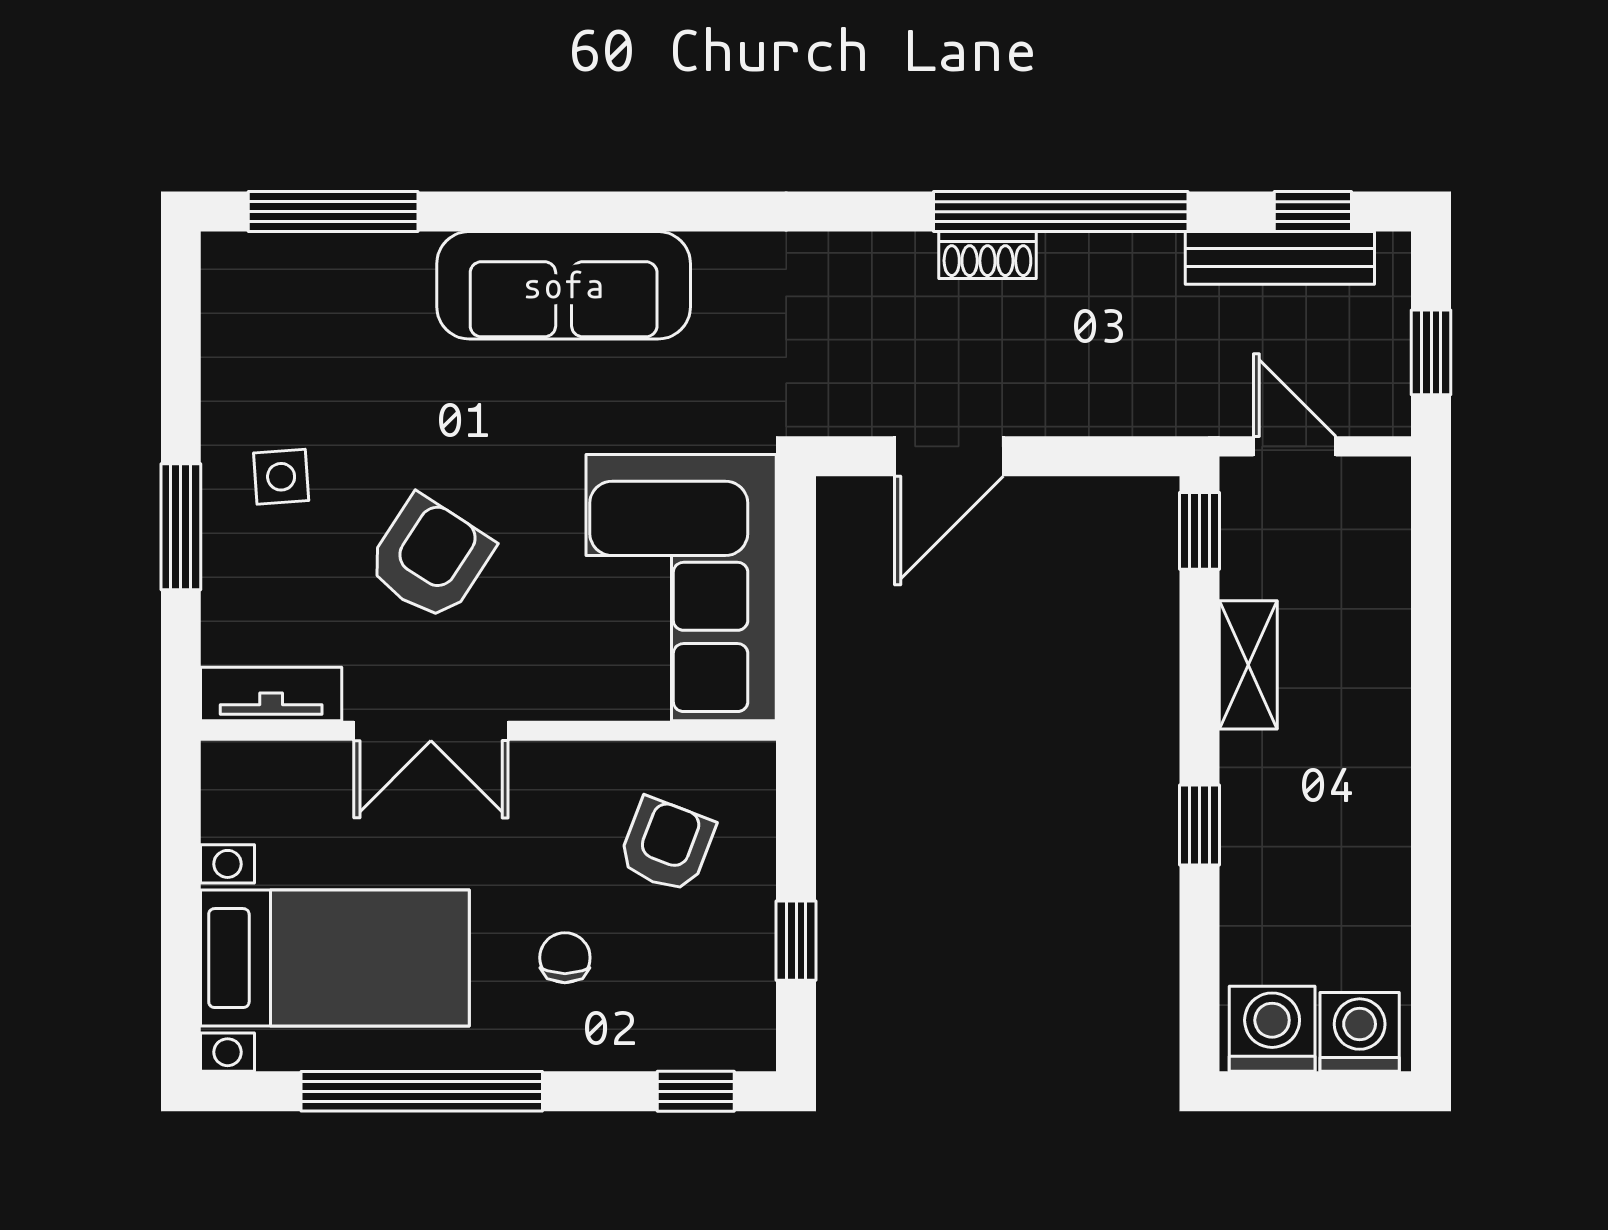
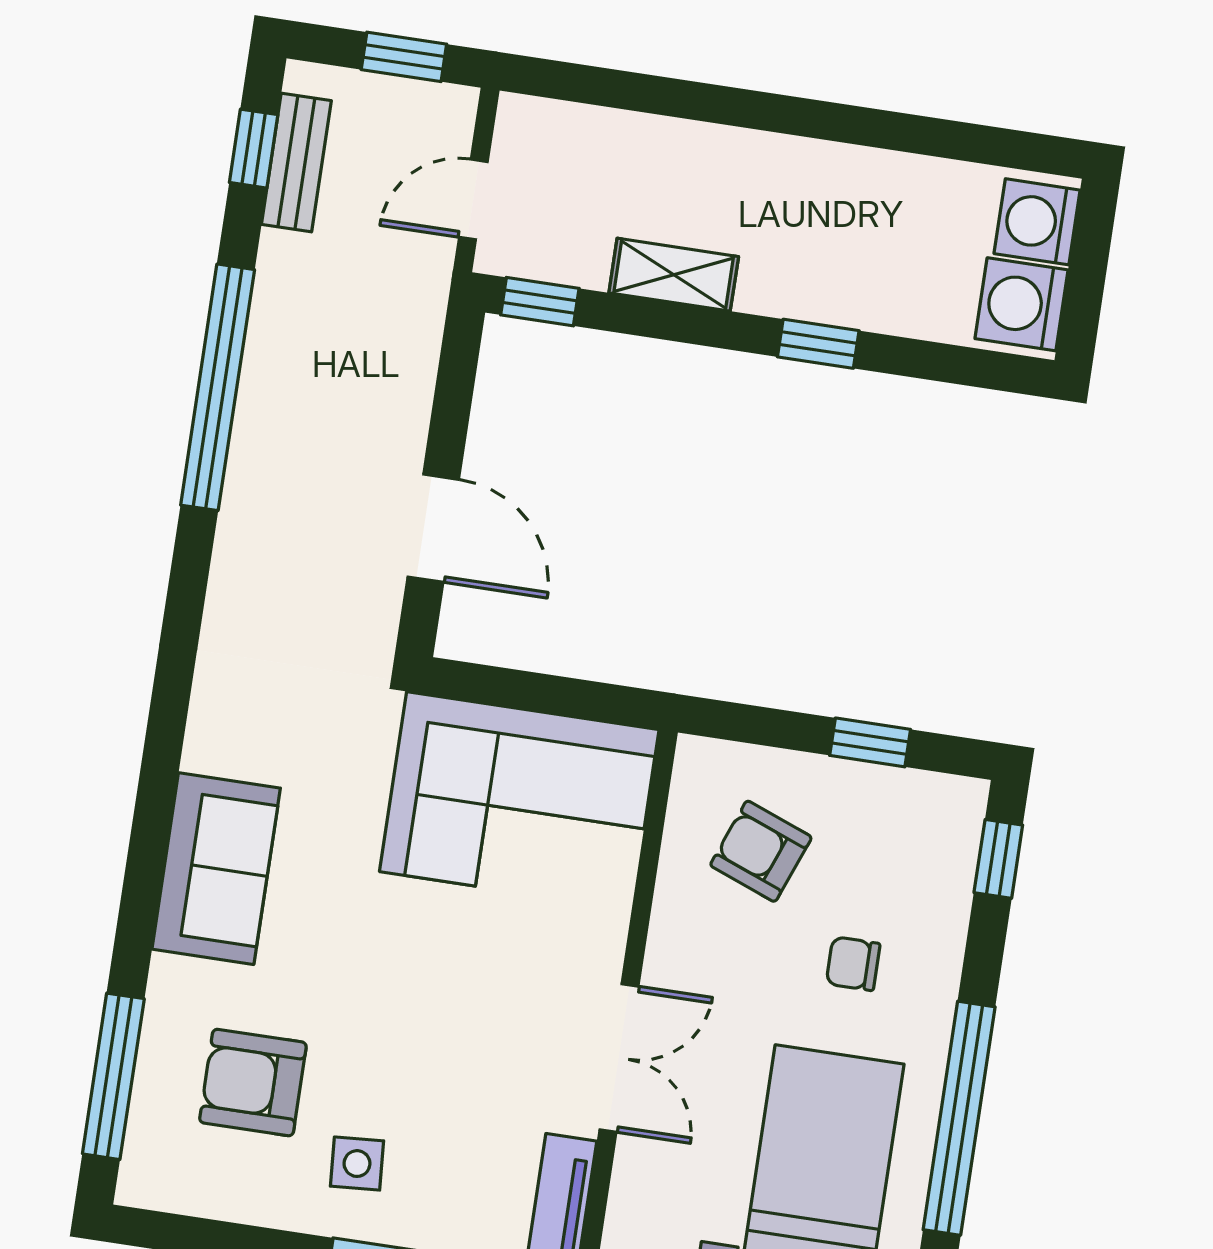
shoe rack: (987, 255) -> (248, 463), removed
bench: (1280, 258) -> (296, 163), width x0.73
sofa: (564, 285) -> (216, 869), width x0.73
armchair: (430, 558) -> (253, 1083), moved, turned -33

